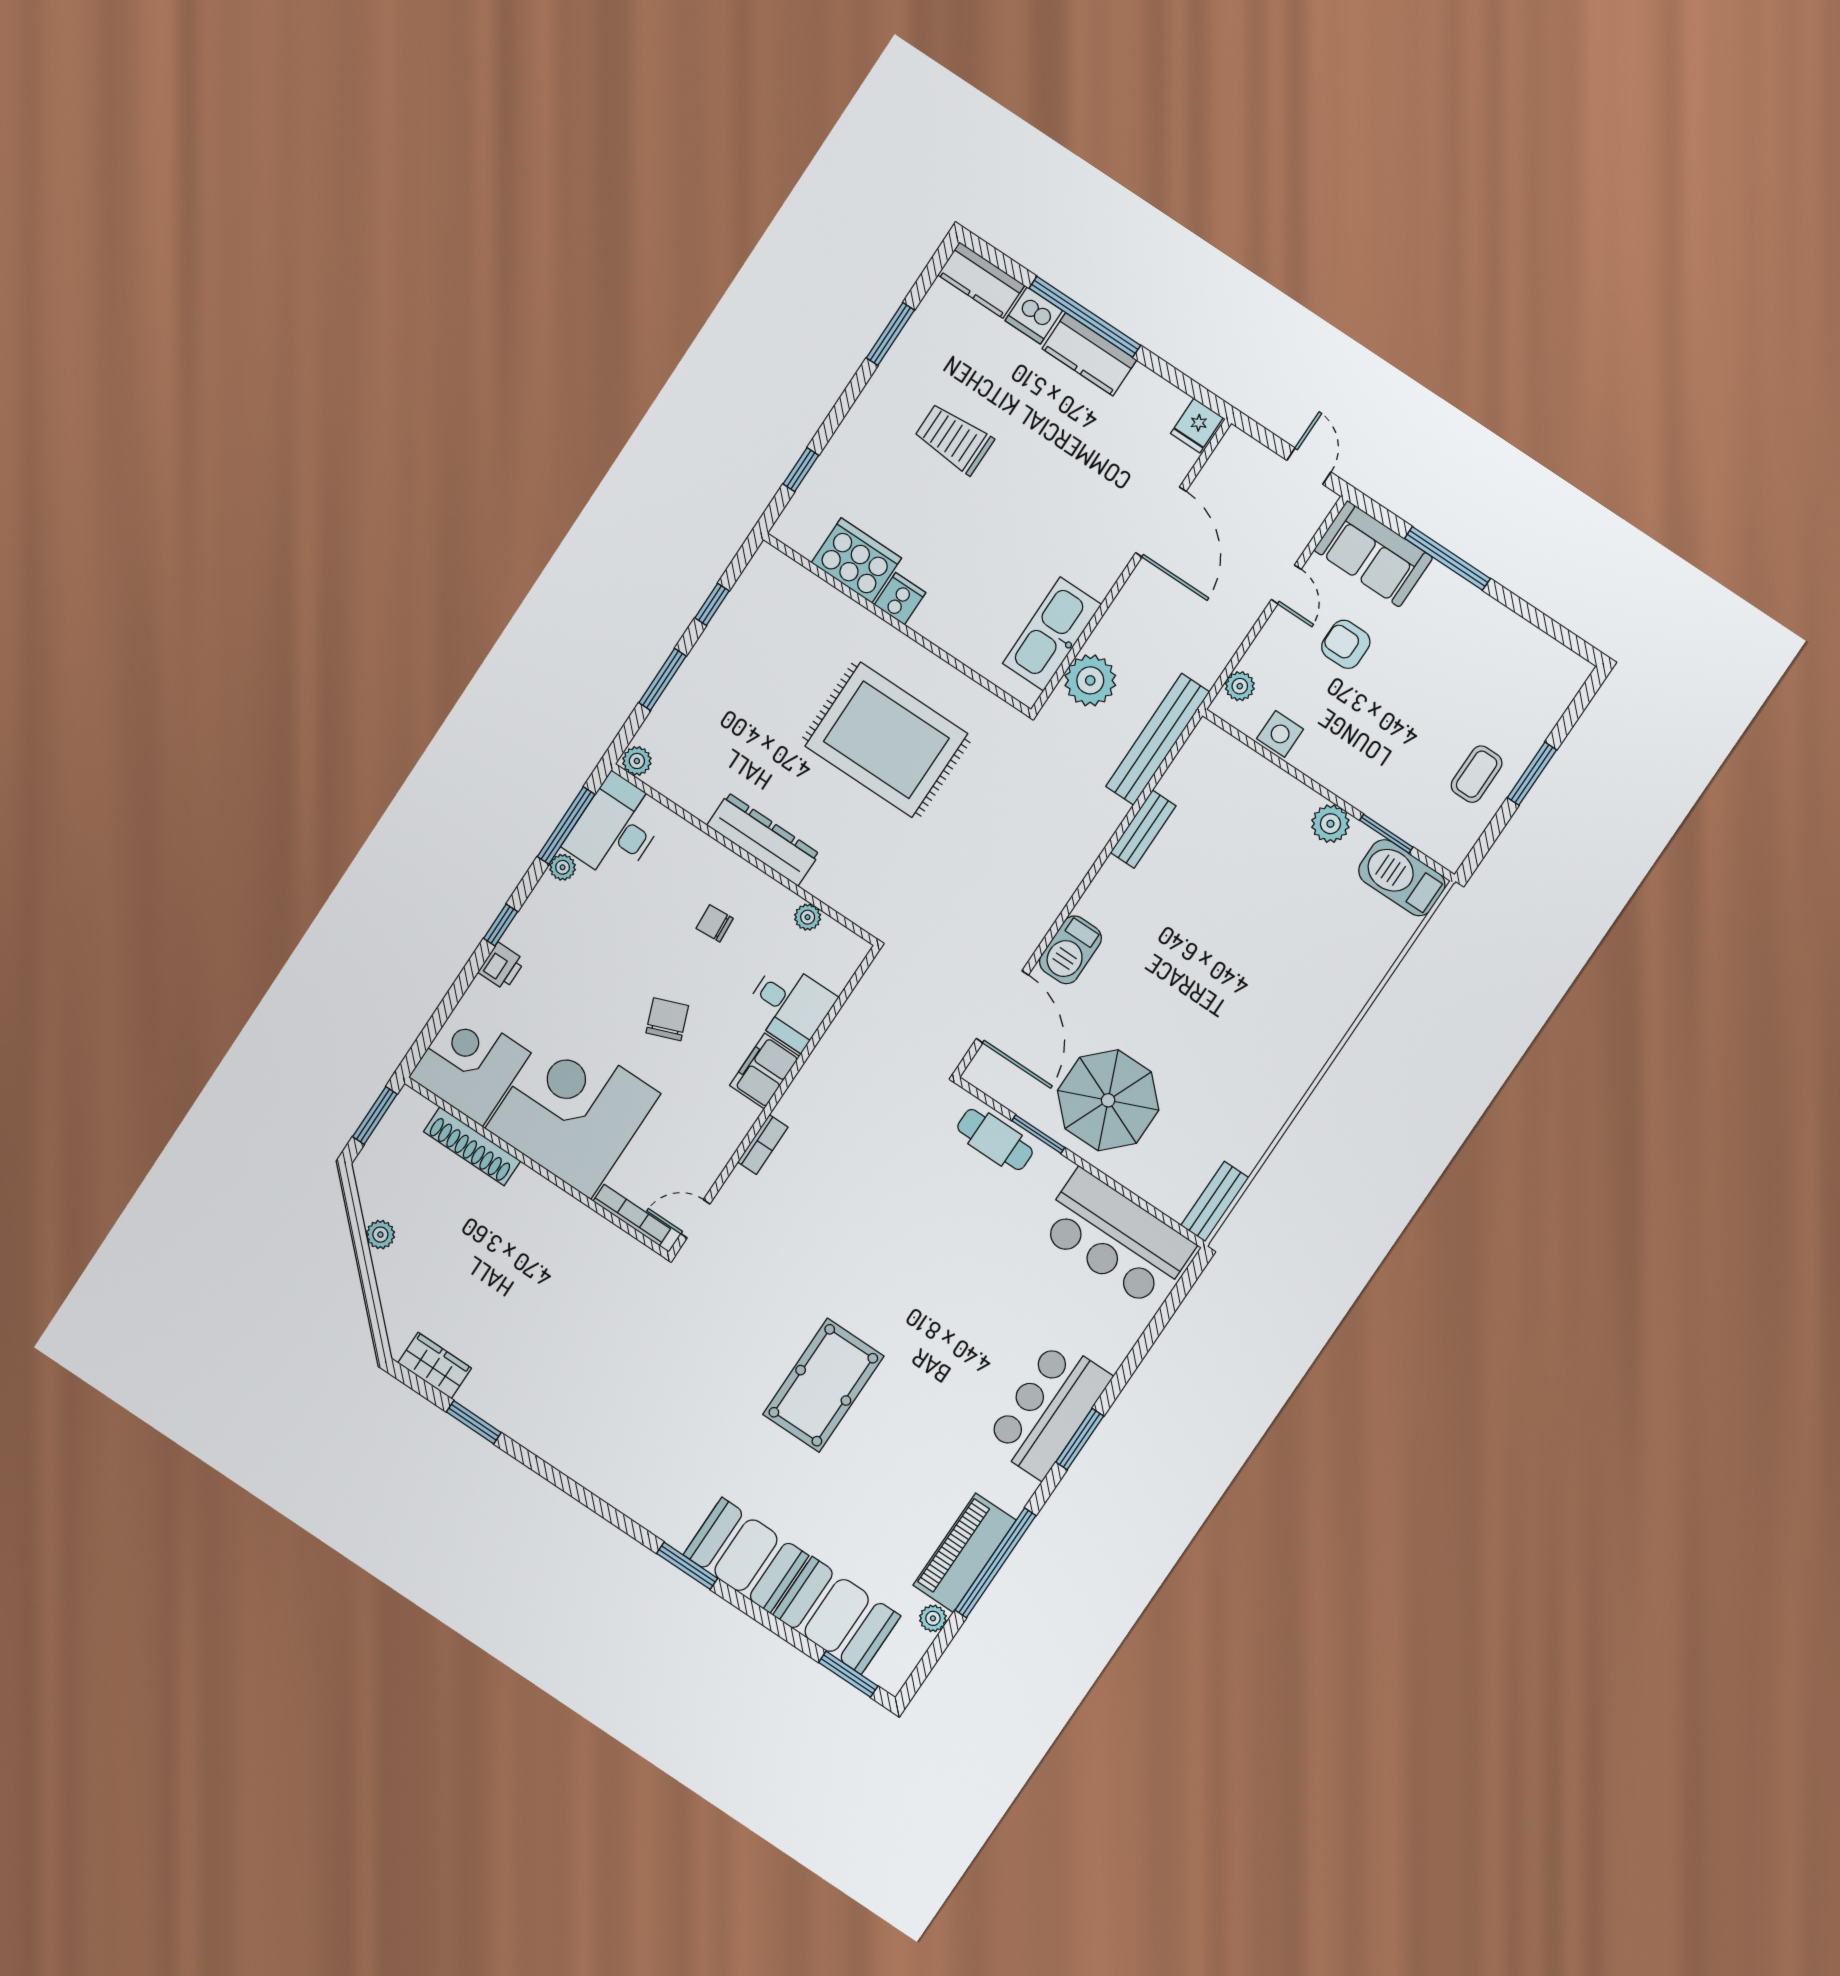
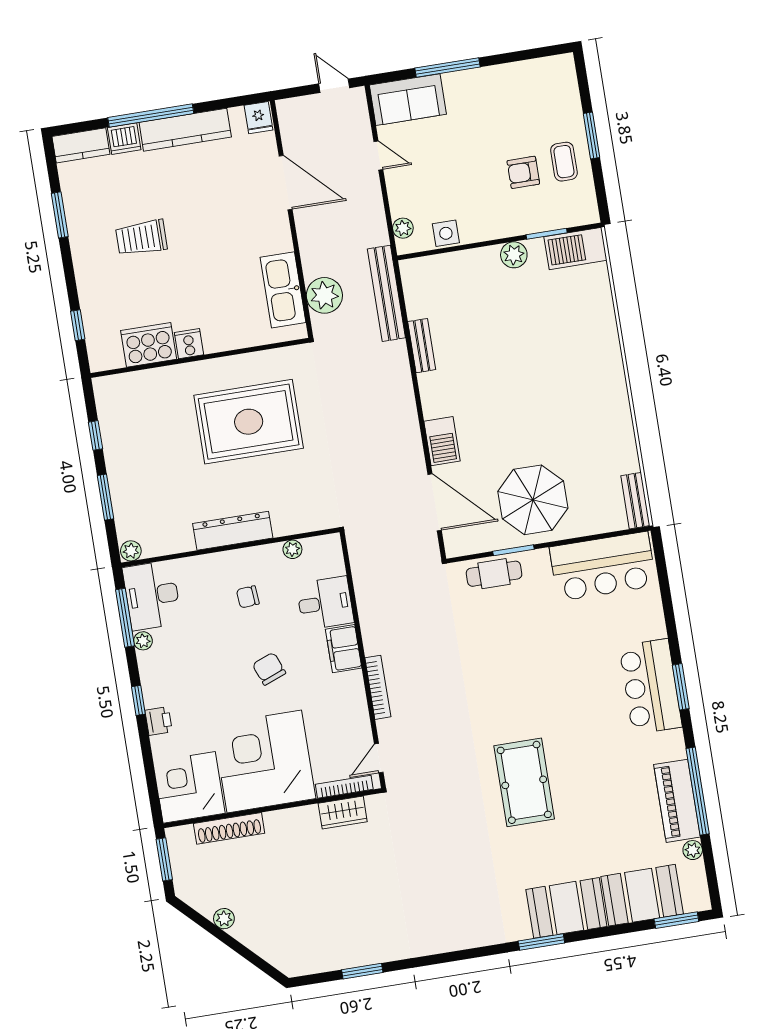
kitchen counter: (1089, 354) -> (185, 130), width x1.50
armchair: (1346, 644) -> (523, 172), moved
bookcase: (763, 1145) -> (378, 687), width x1.56
wardrobe: (435, 1365) -> (343, 813), moved, turned 180

